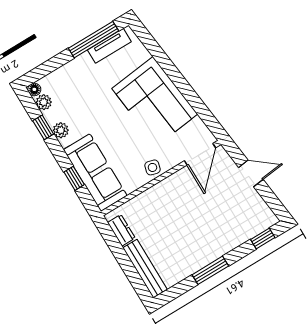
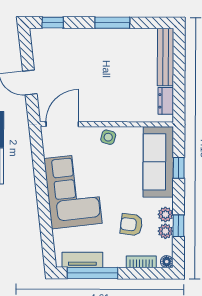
bookcase: (57, 76) -> (141, 262), added
plant: (44, 102) -> (165, 231), moved
armchair: (85, 103) -> (131, 225), added

